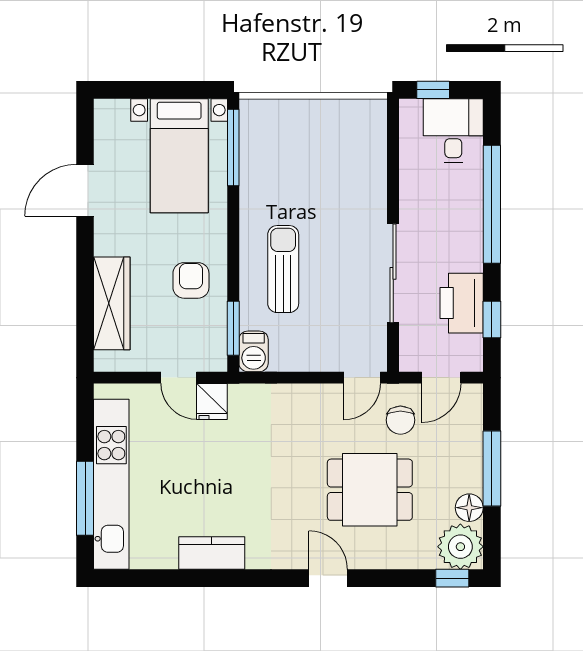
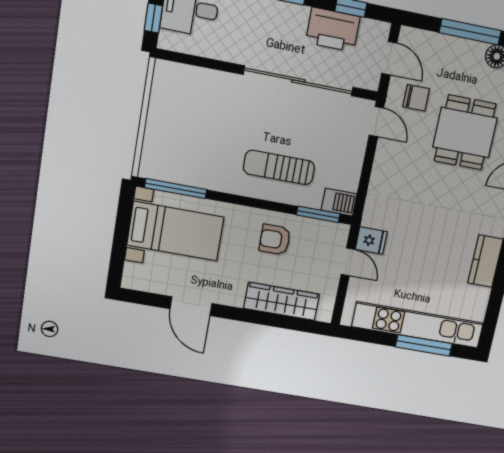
sliding door: (393, 273) -> (298, 81), width x1.36
door: (179, 378) -> (348, 262), hinge flipped

